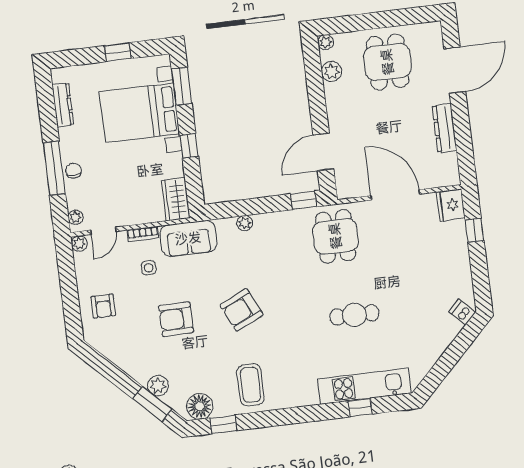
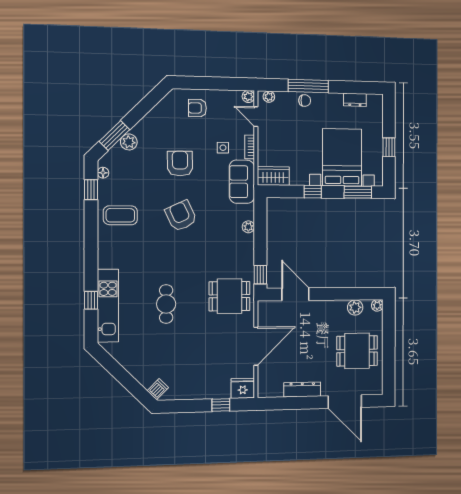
dresser: (63, 105) -> (355, 100), width x0.70
floor lamp: (200, 406) -> (103, 173), width x0.53, depth x0.53

